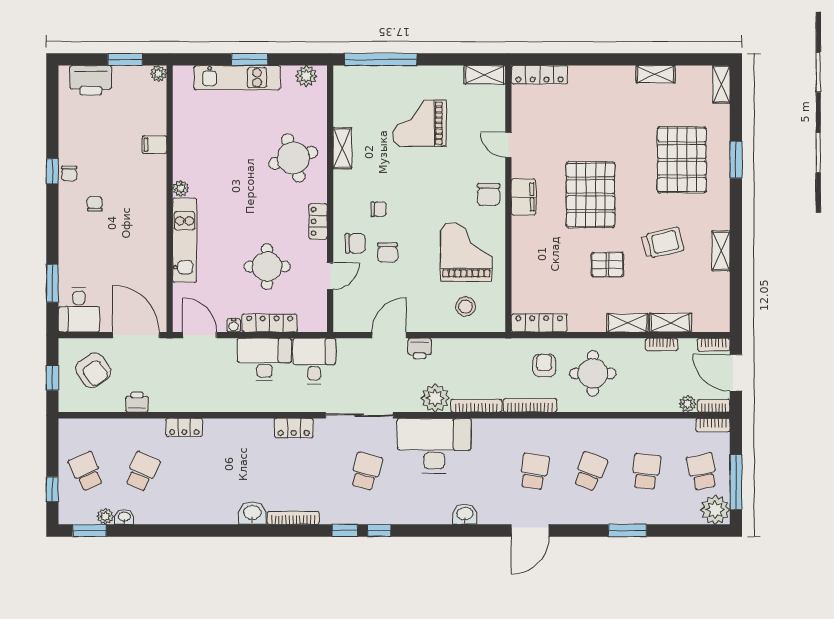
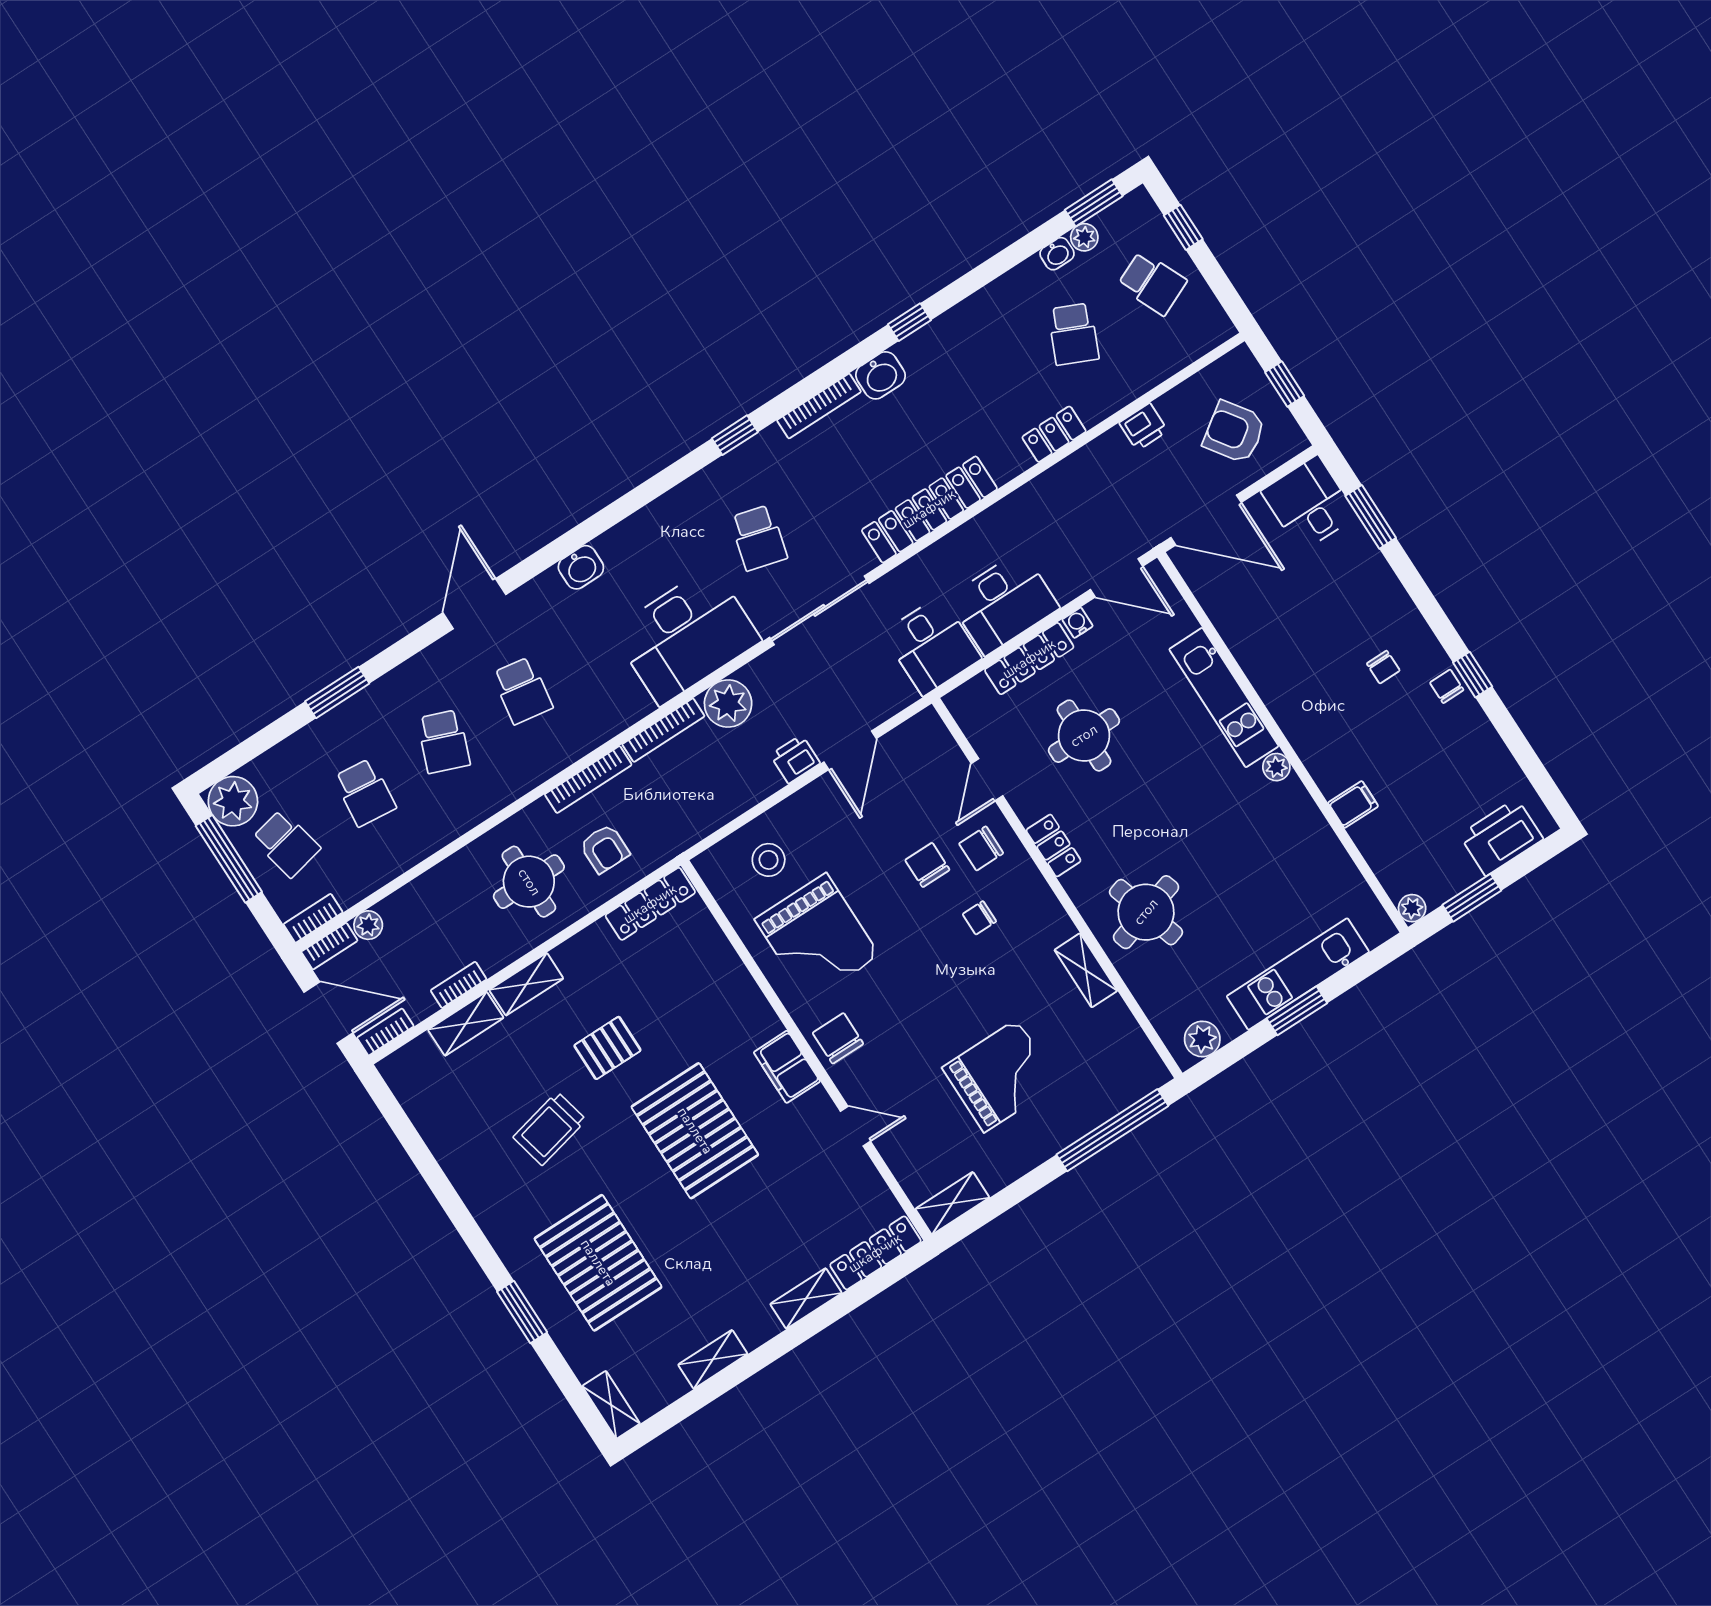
shelving: (721, 251) -> (806, 1299), moved, turned 90
locker: (294, 428) -> (929, 509), width x2.16, depth x1.21
window: (379, 531) -> (909, 322), moved

